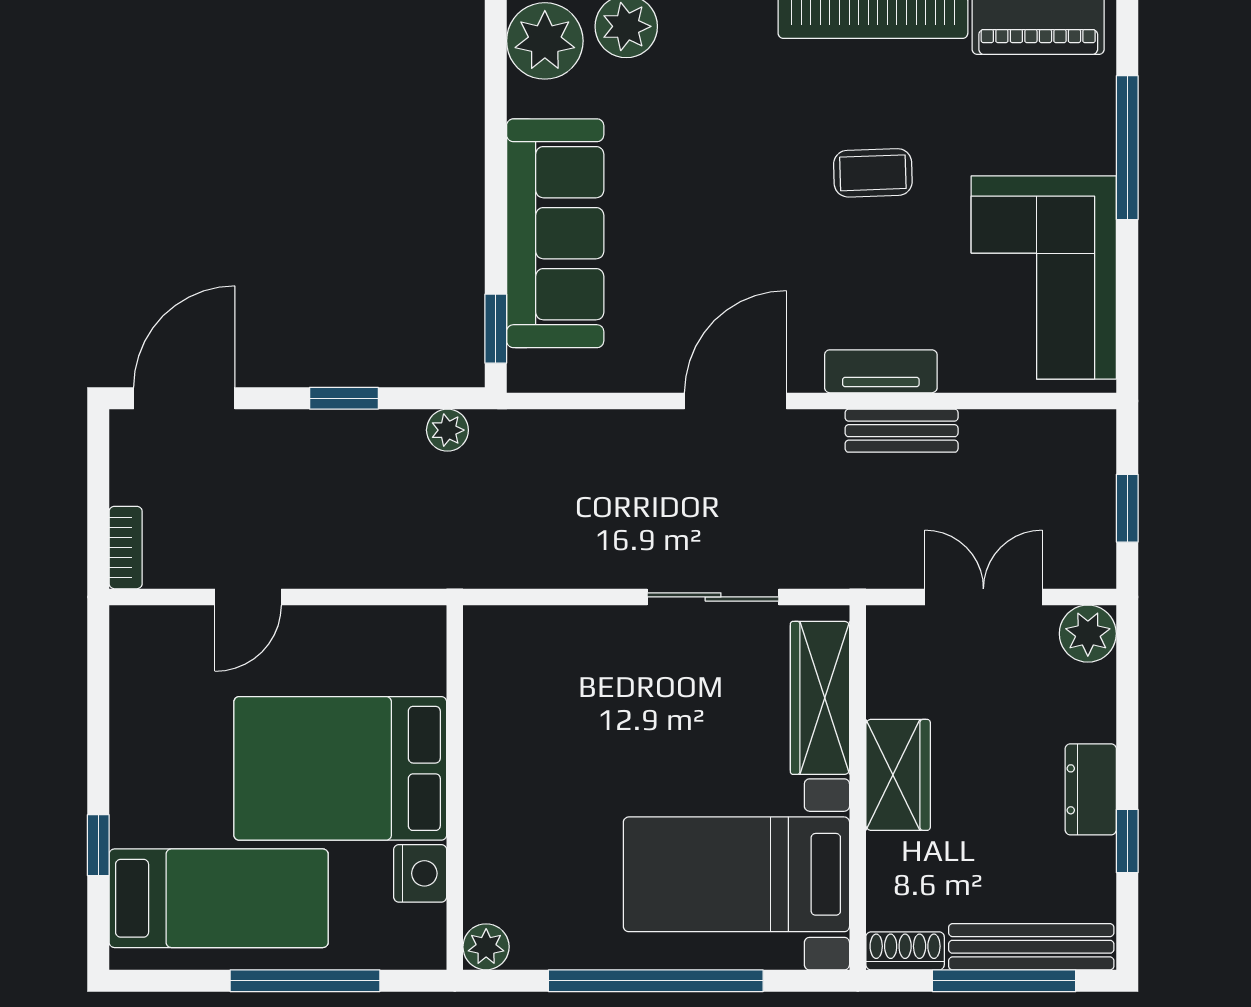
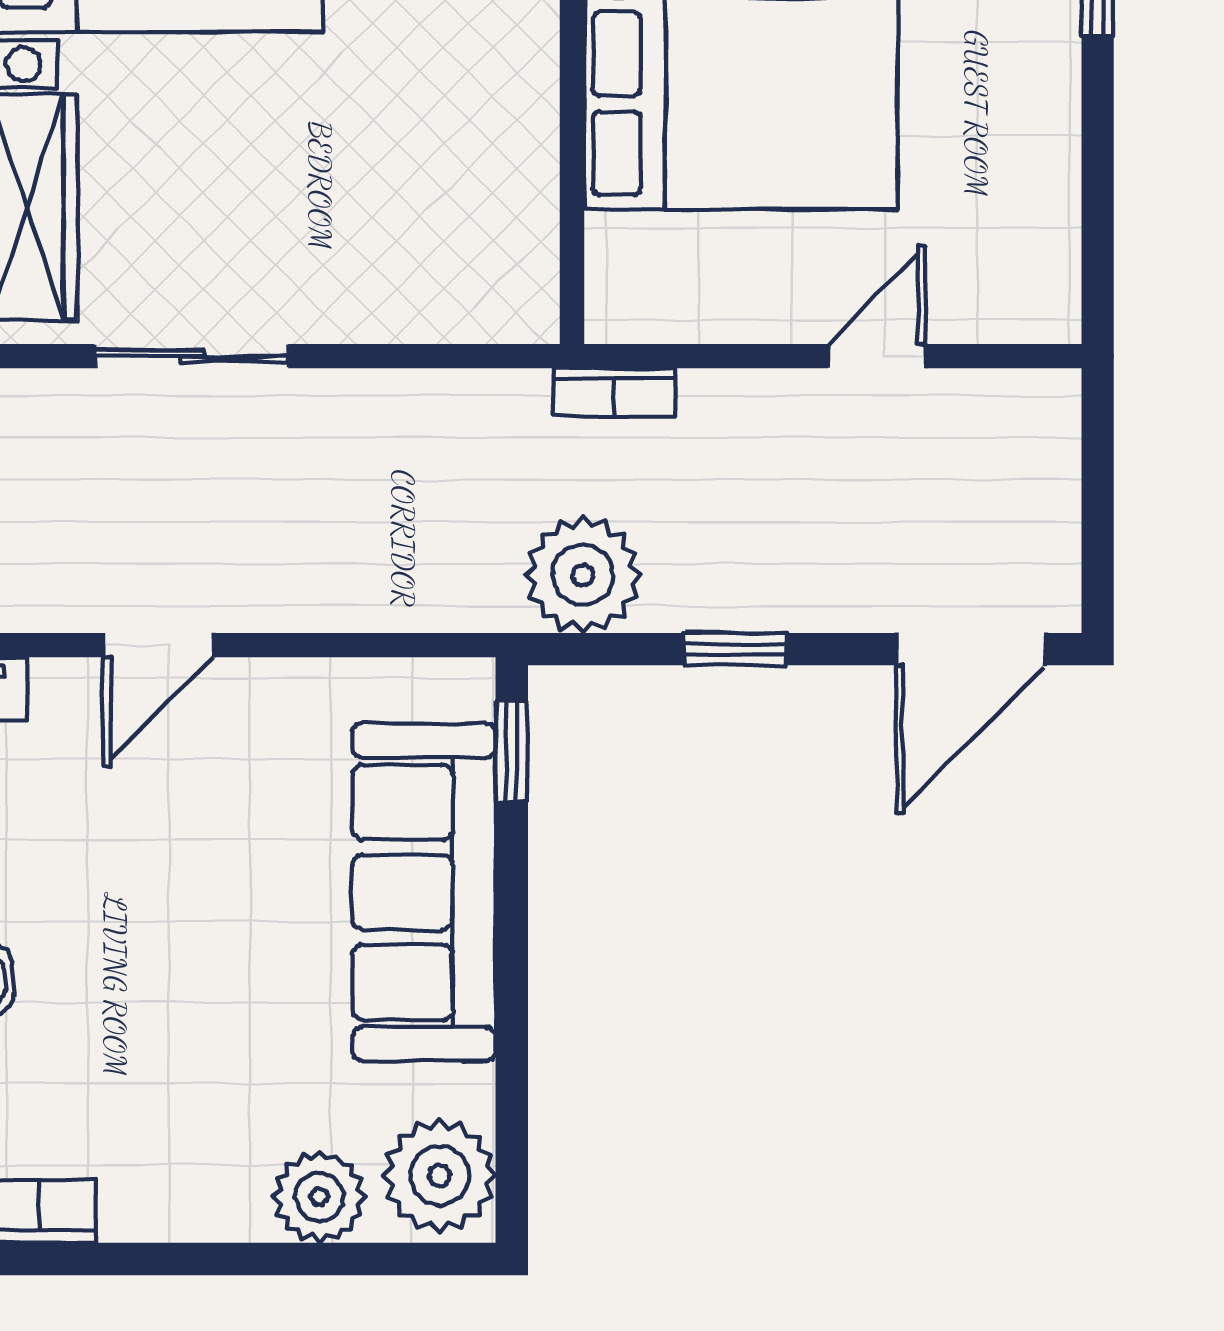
door: (736, 401) -> (158, 645), width x0.73
plant: (447, 430) -> (583, 575), width x1.88, depth x1.88
bookcase: (126, 548) -> (614, 393), moved, turned -90

